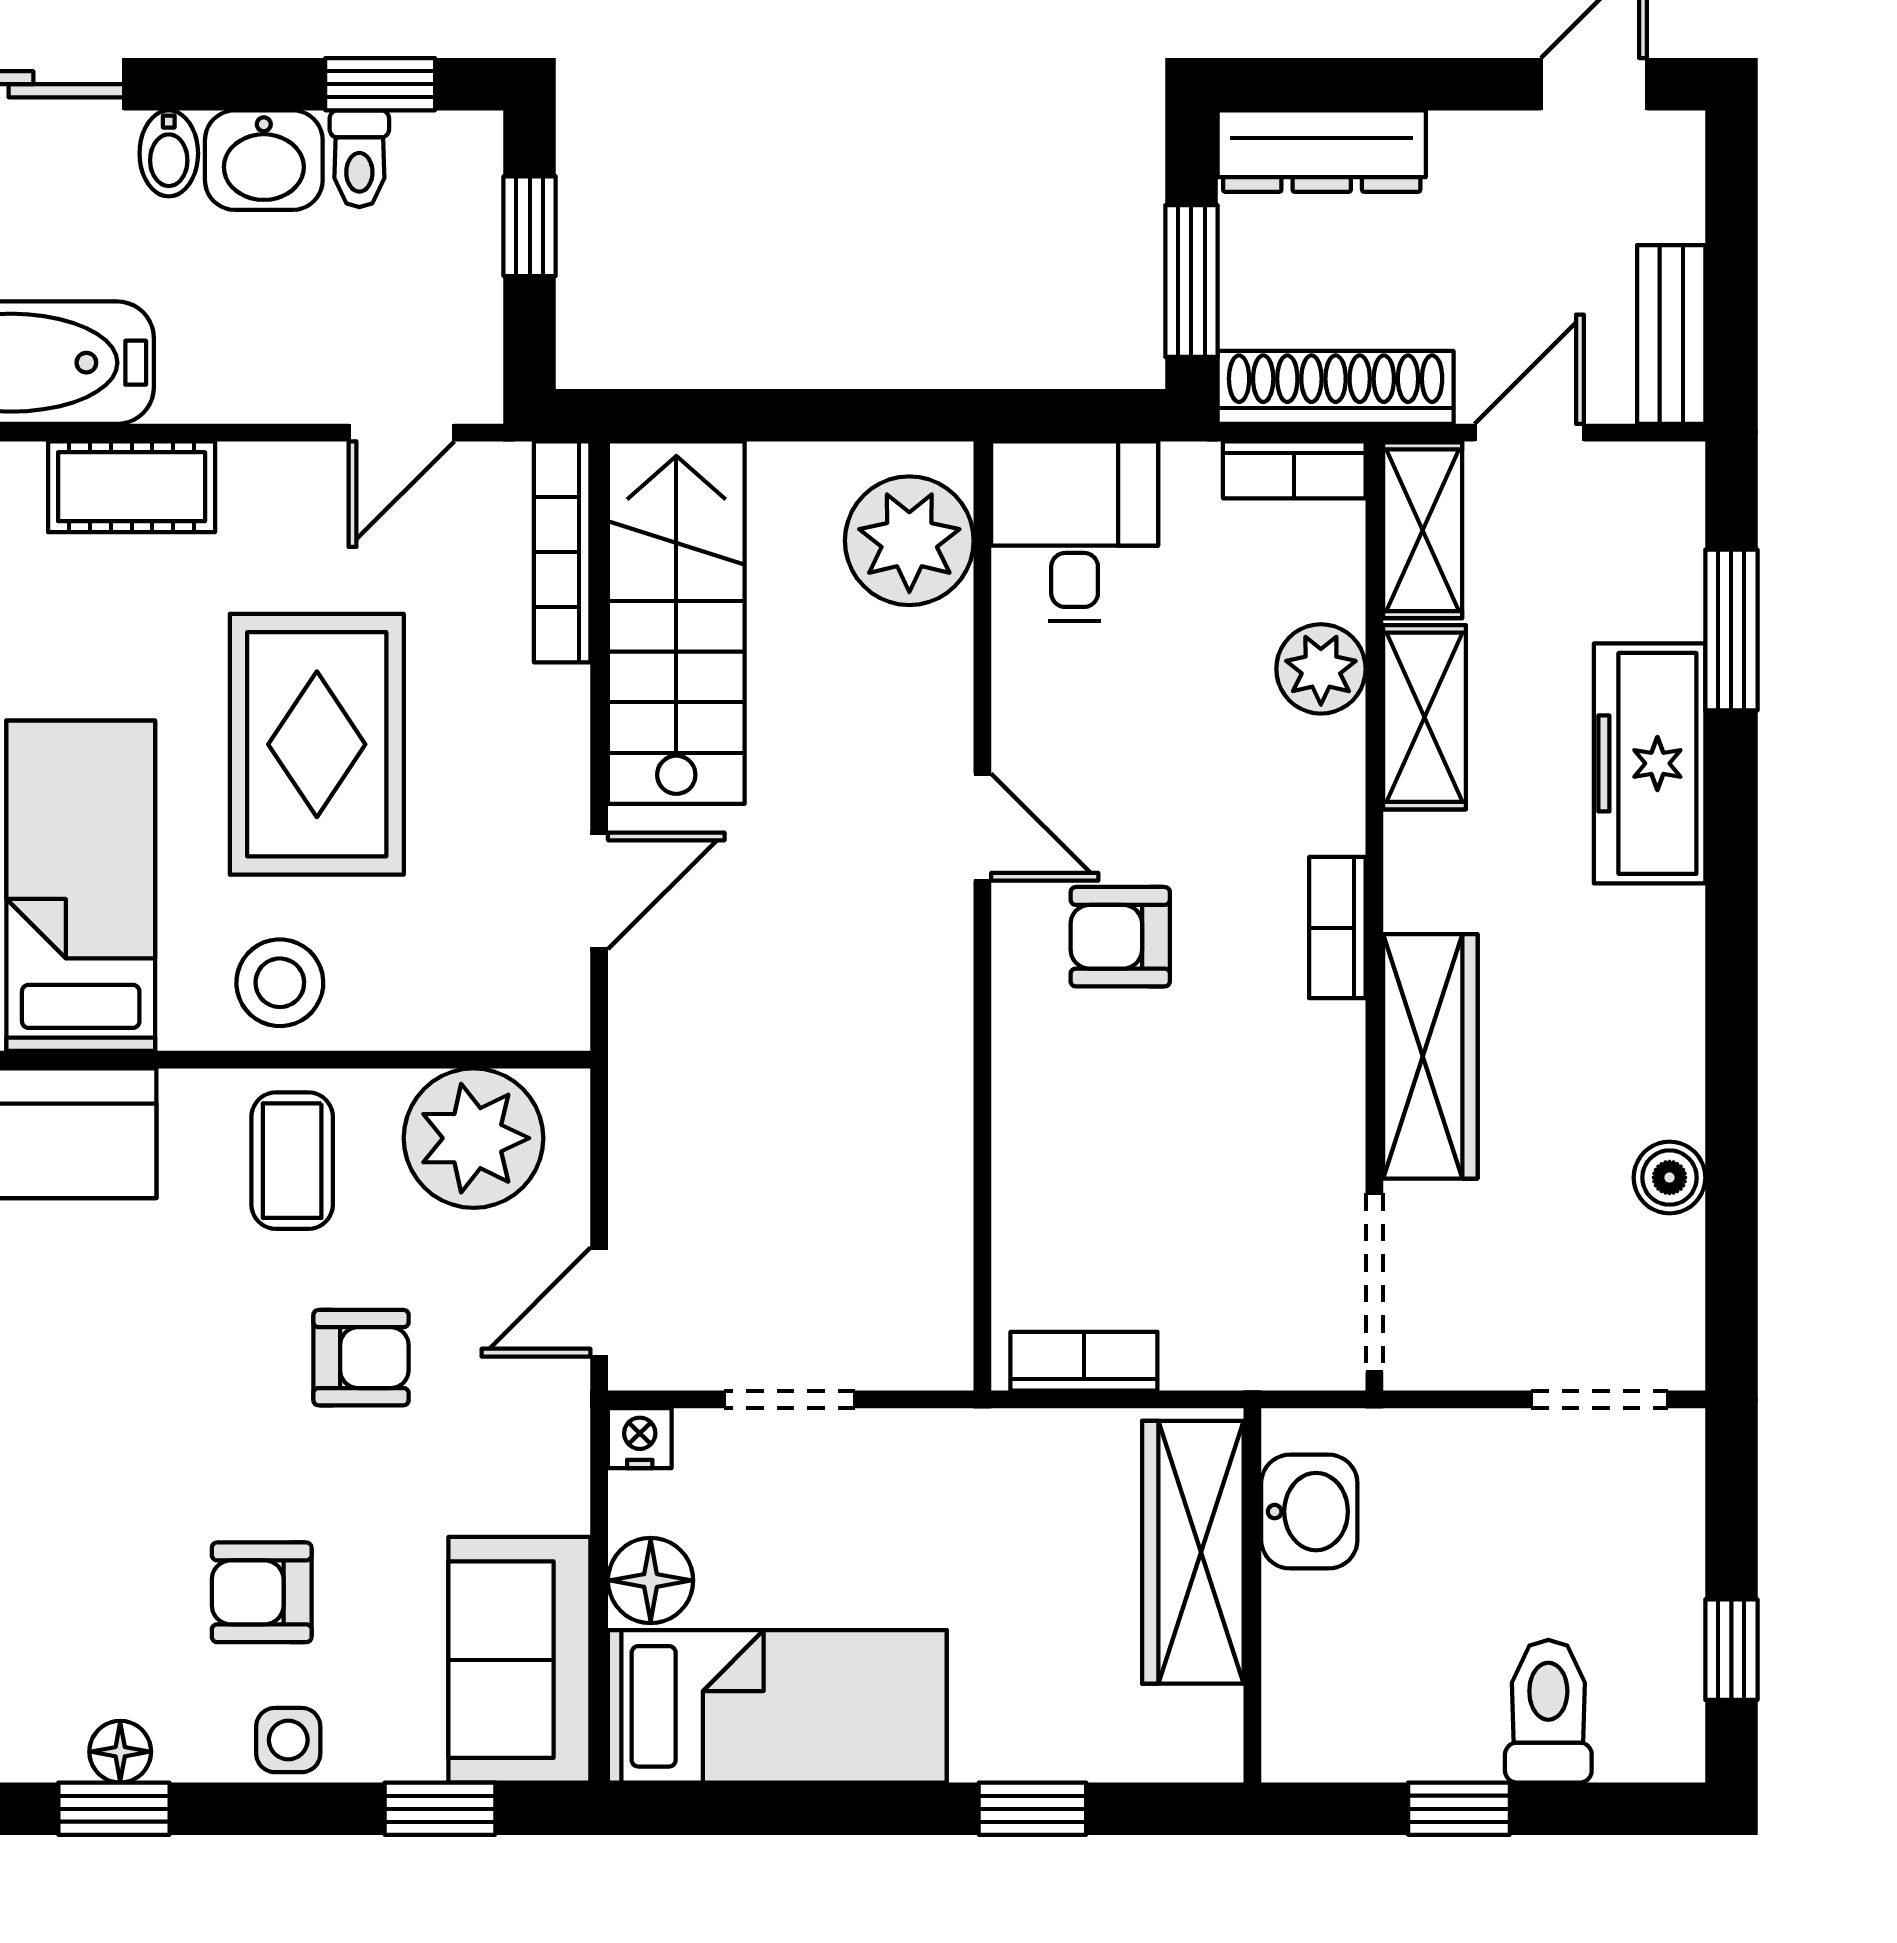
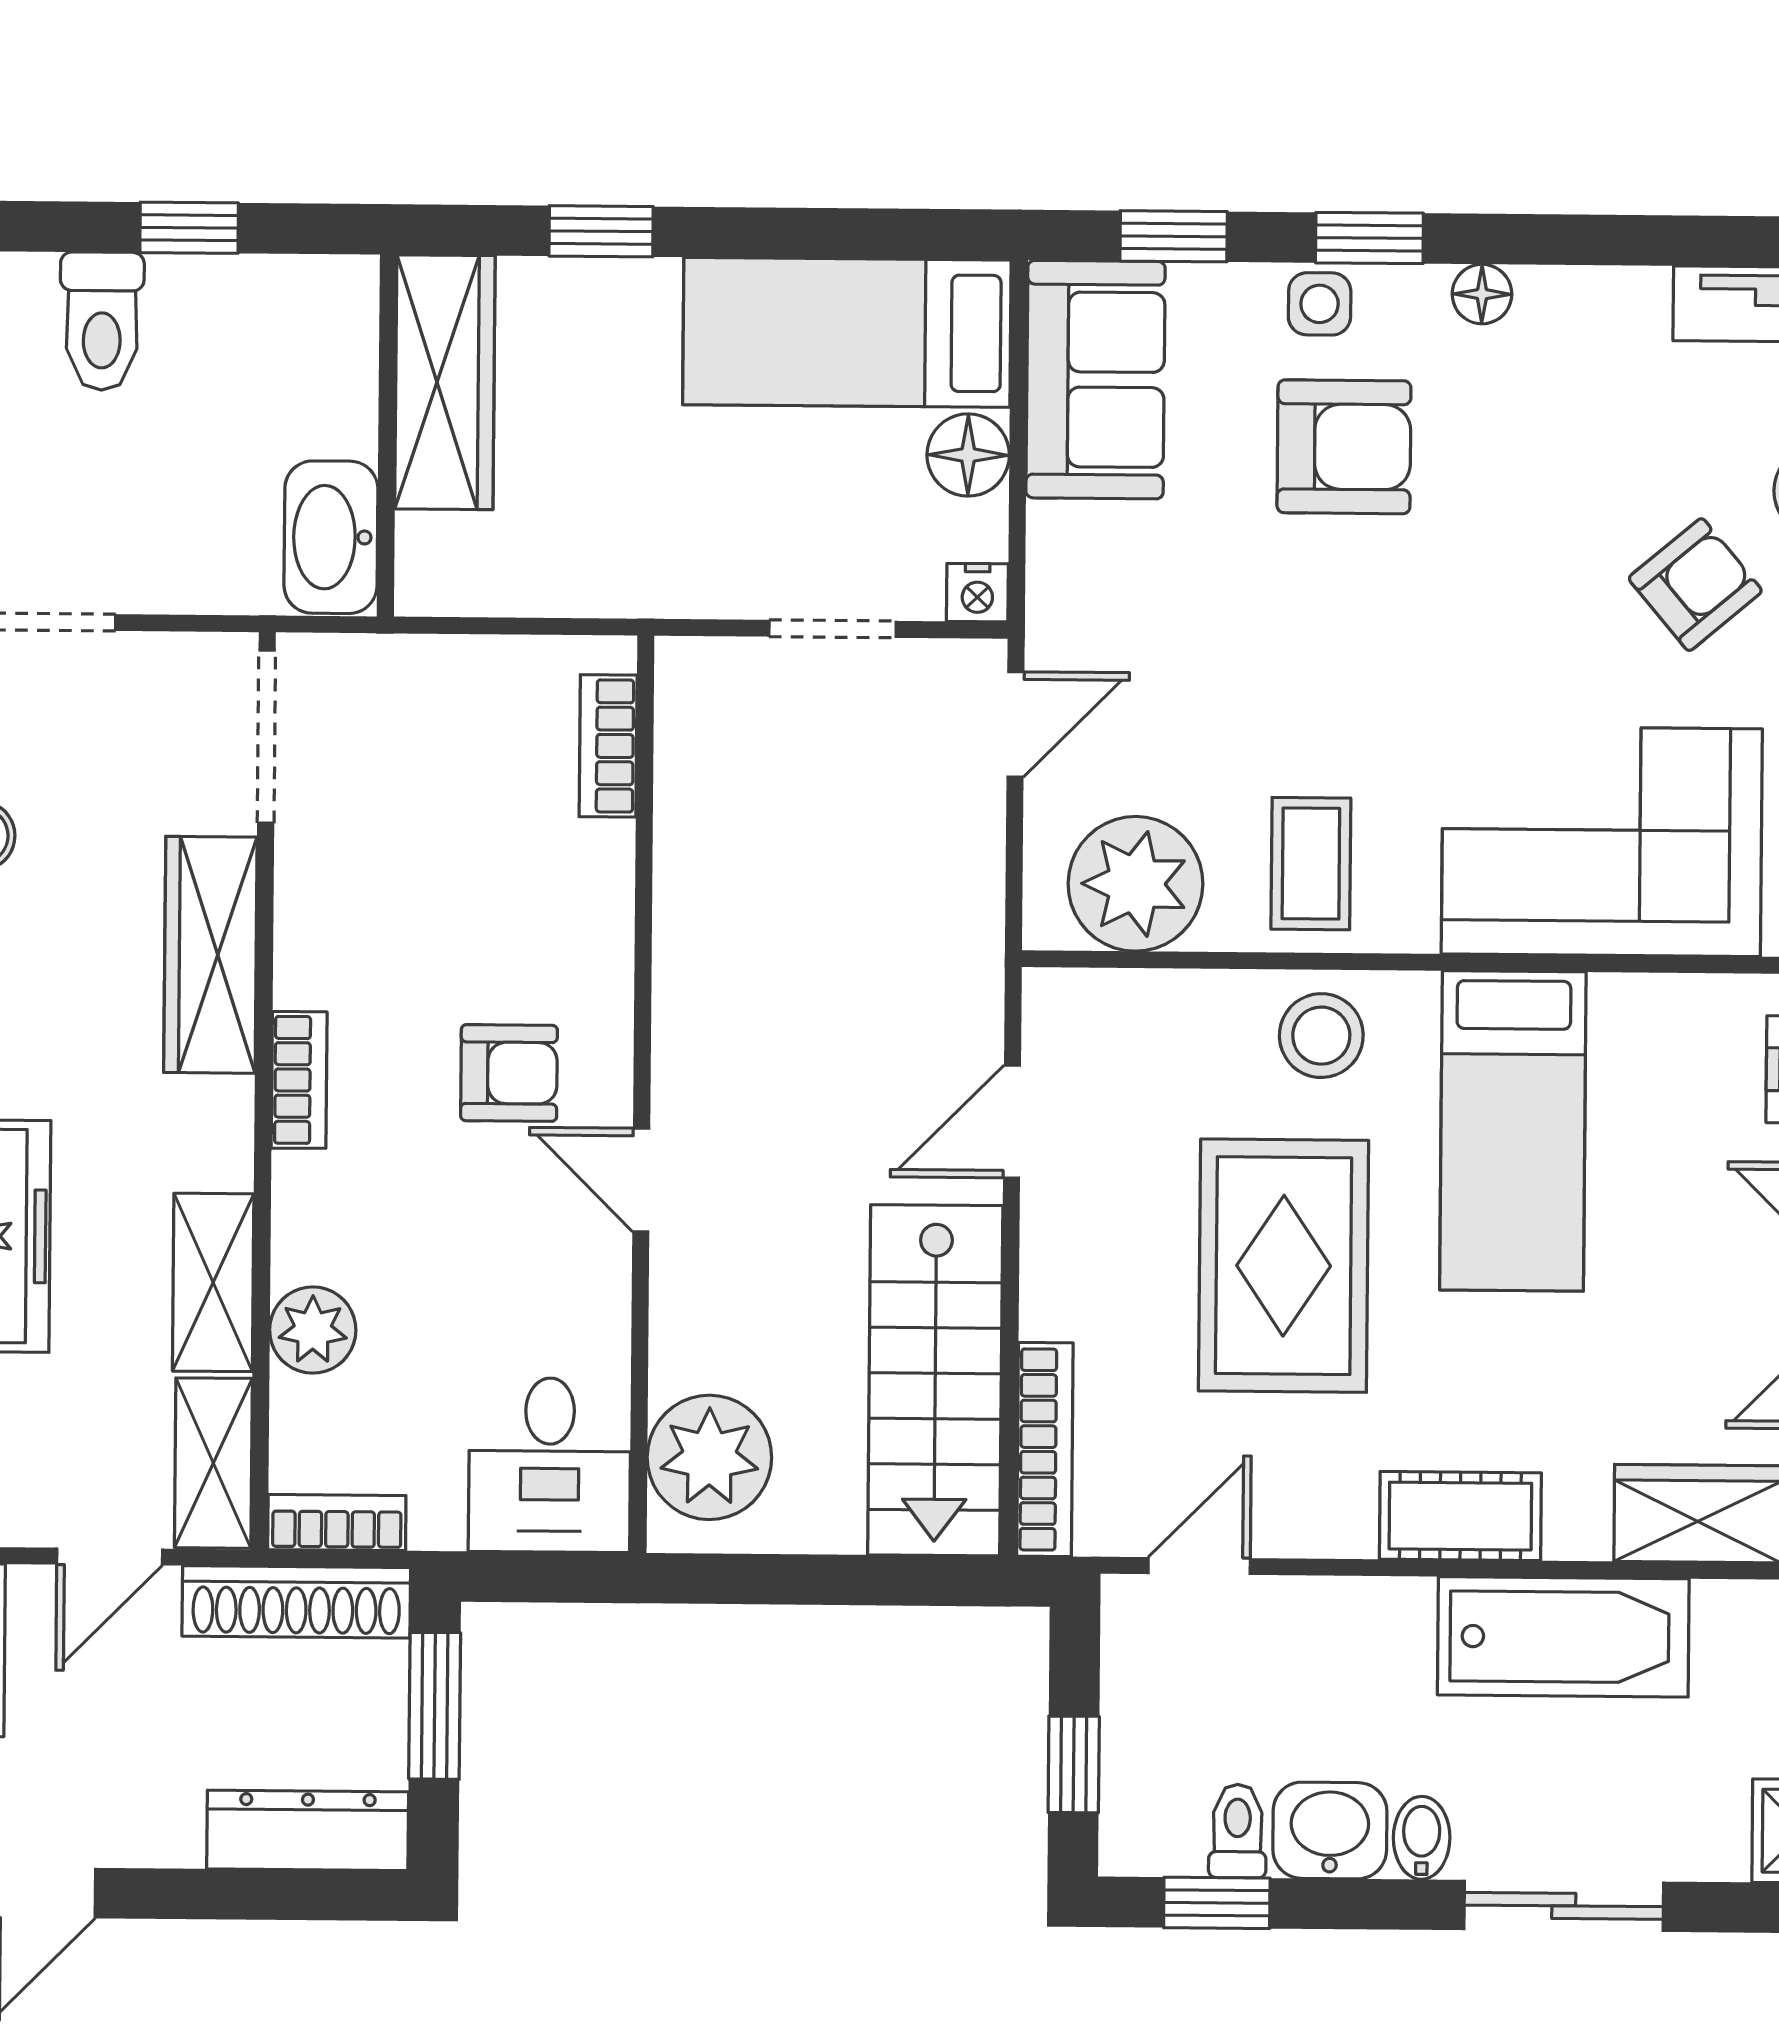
armchair: (361, 1358) -> (1246, 673), removed
bookcase: (1084, 1361) -> (608, 746), moved, turned 90
washbasin: (1309, 1512) -> (331, 537), width x1.38
wardrobe: (1193, 1552) -> (445, 382), moved
armchair: (262, 1592) -> (1344, 447), width x1.38, depth x1.38
window: (114, 1809) -> (1369, 238), moved

